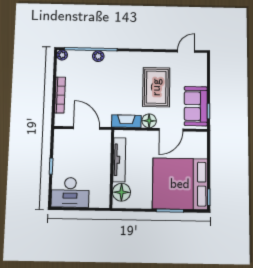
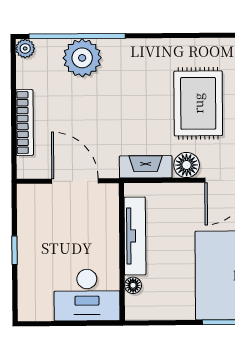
plant: (98, 56) -> (82, 58), width x1.88, depth x1.88
desk: (70, 192) -> (87, 295), moved
floor lamp: (121, 192) -> (133, 285), width x0.53, depth x0.53

